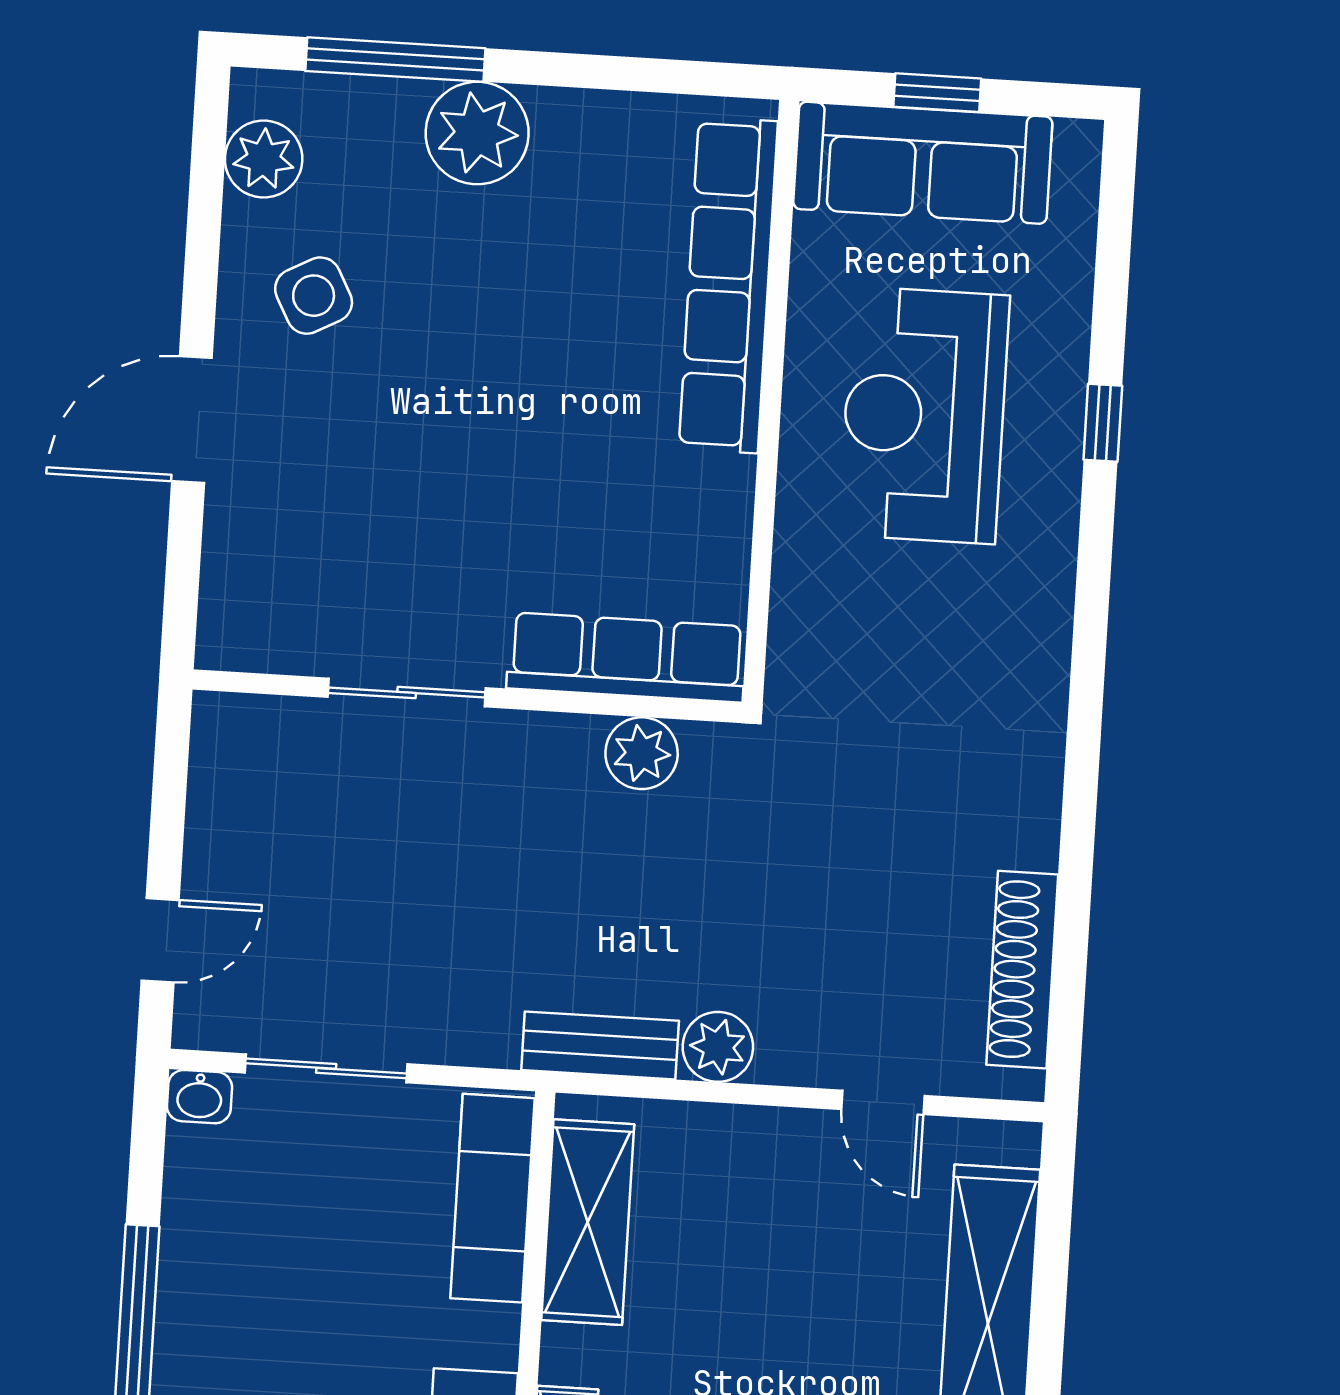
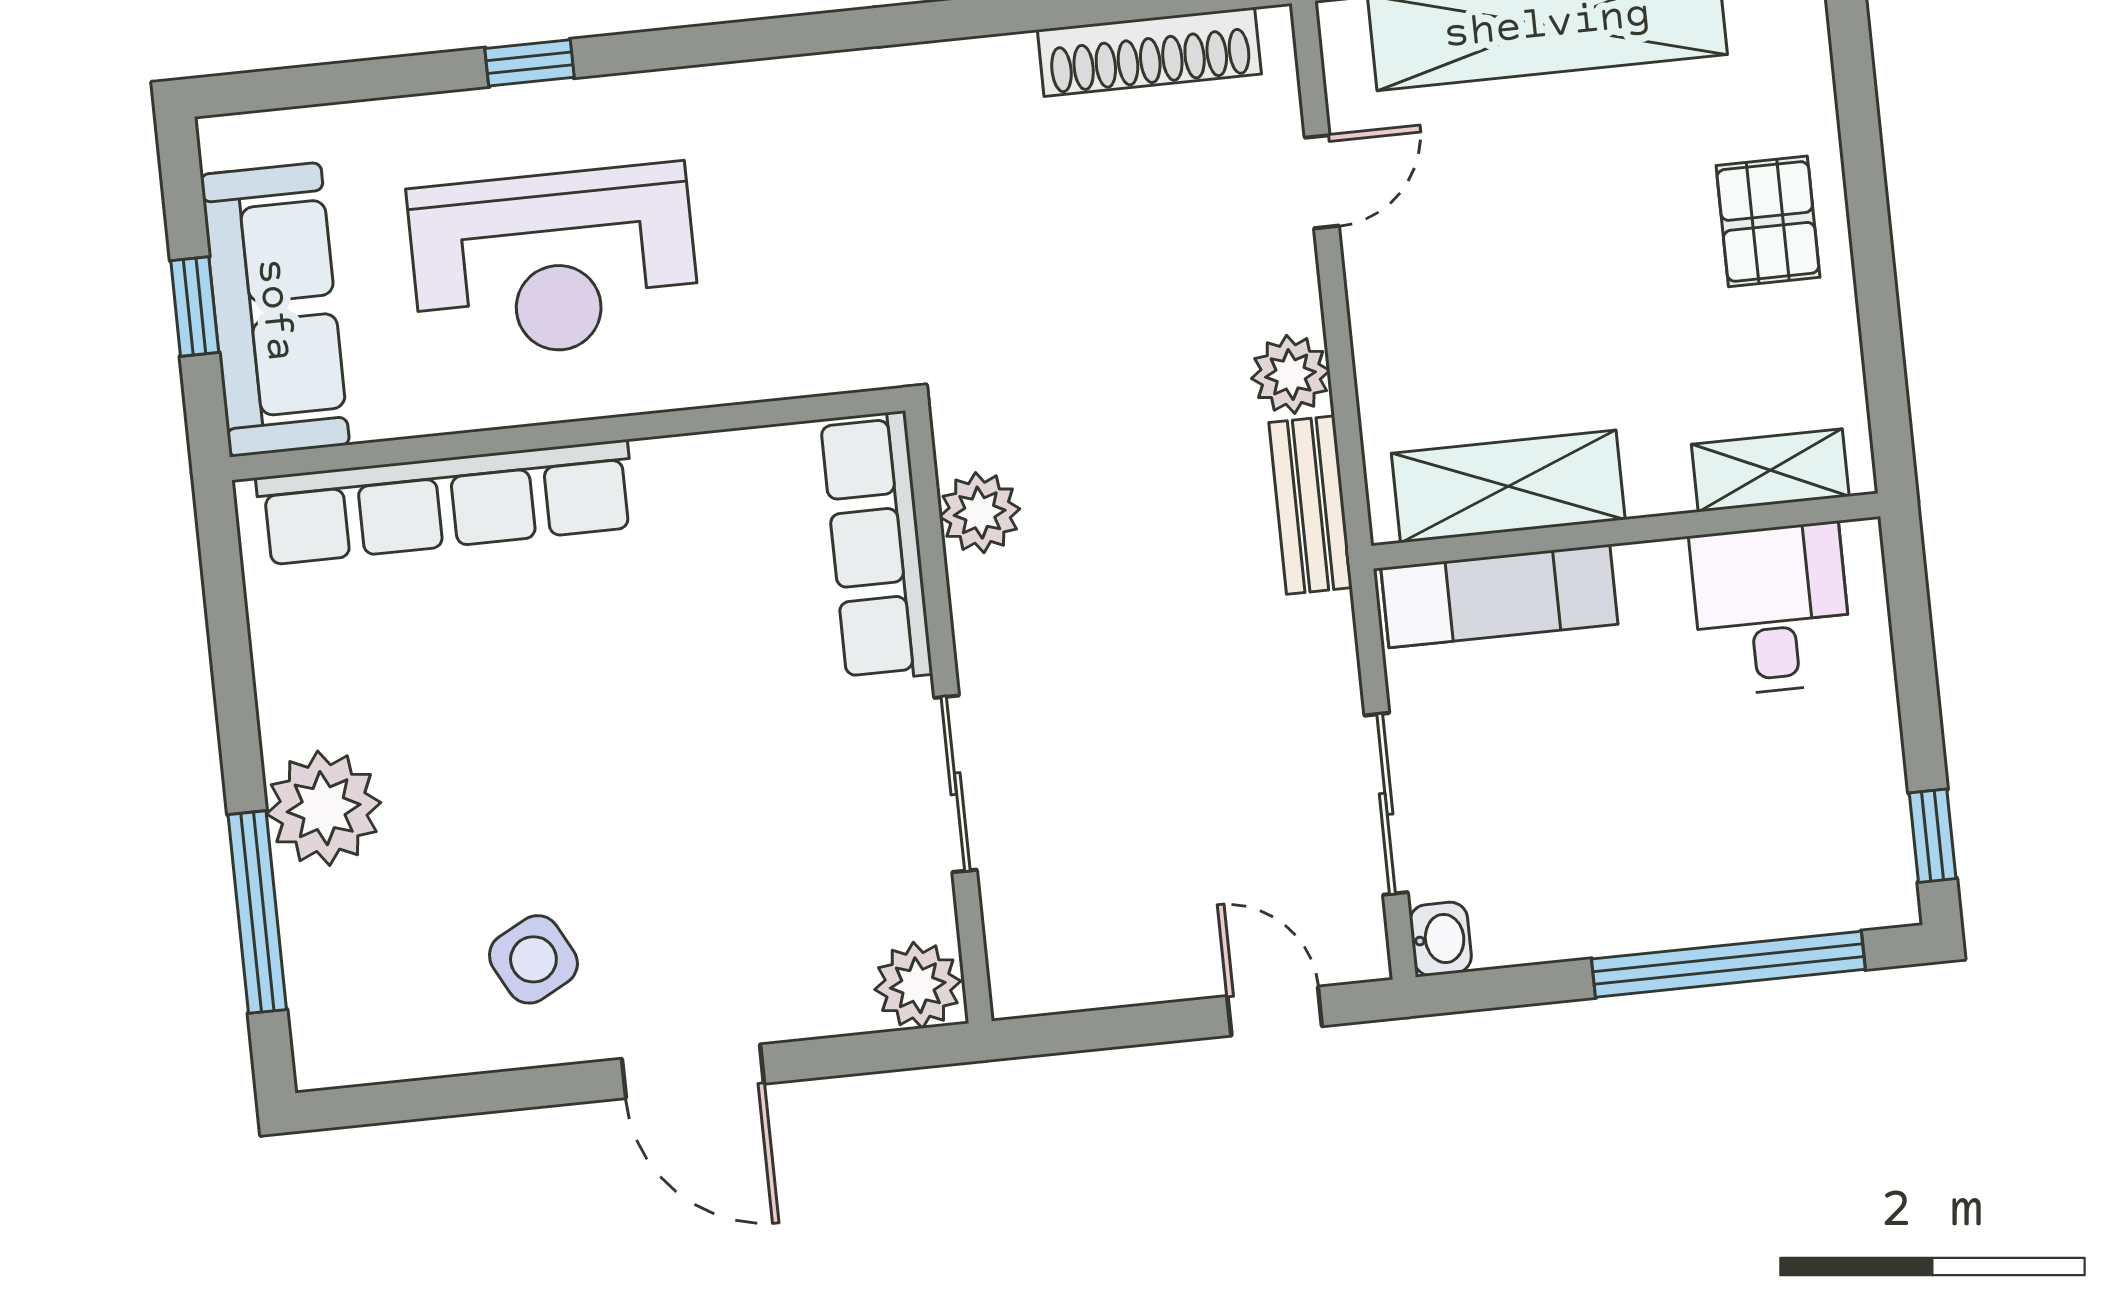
plant: (264, 159) -> (918, 985), moved

